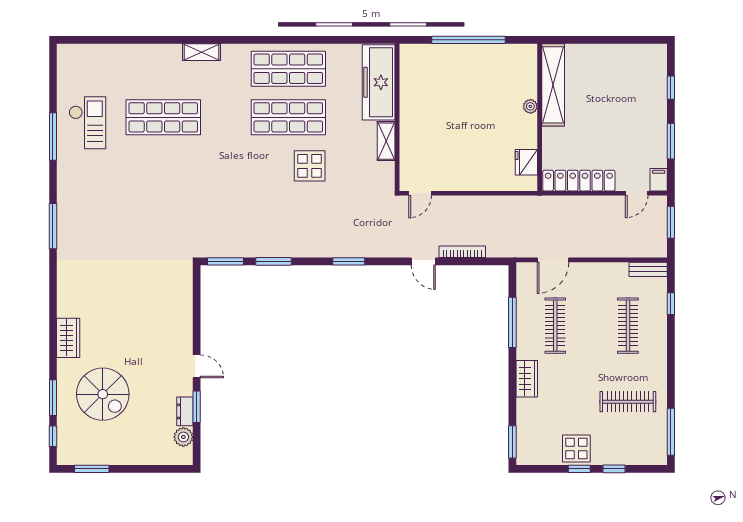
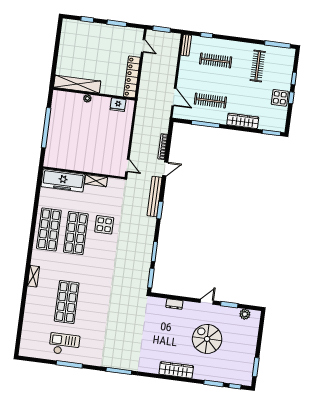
filing cabinet: (659, 180) -> (137, 33), removed
bench: (371, 249) -> (155, 197), added
wardrobe: (68, 338) -> (176, 370), width x1.50
wardrobe: (527, 379) -> (243, 121), width x1.50
spiral stairs: (103, 394) -> (207, 339), moved, turned -90
dresser: (185, 411) -> (174, 304), moved

